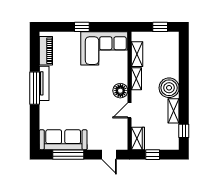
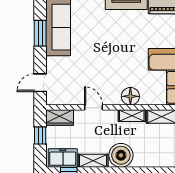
floor lamp: (120, 91) -> (130, 96), moved
freezer: (171, 136) -> (63, 158), added
window: (68, 155) -> (40, 33), width x0.69

